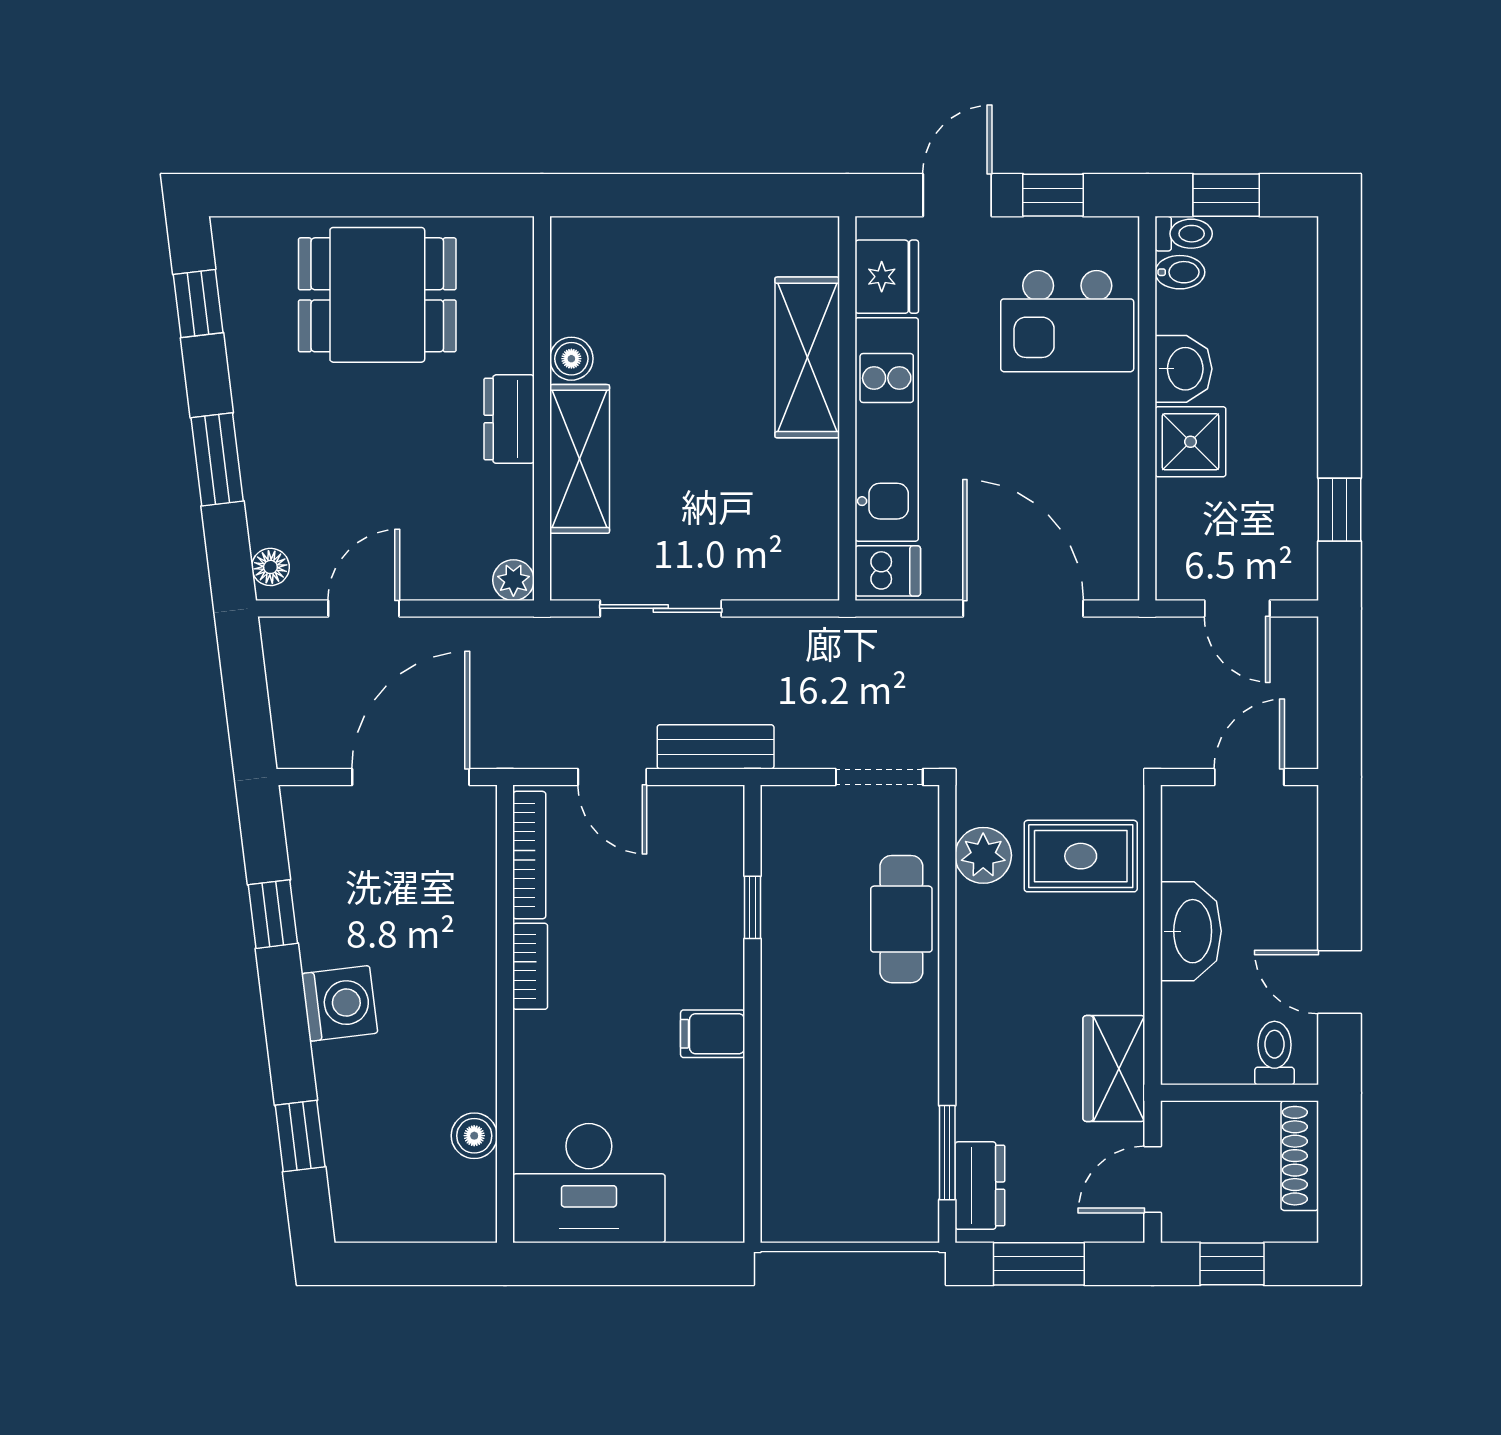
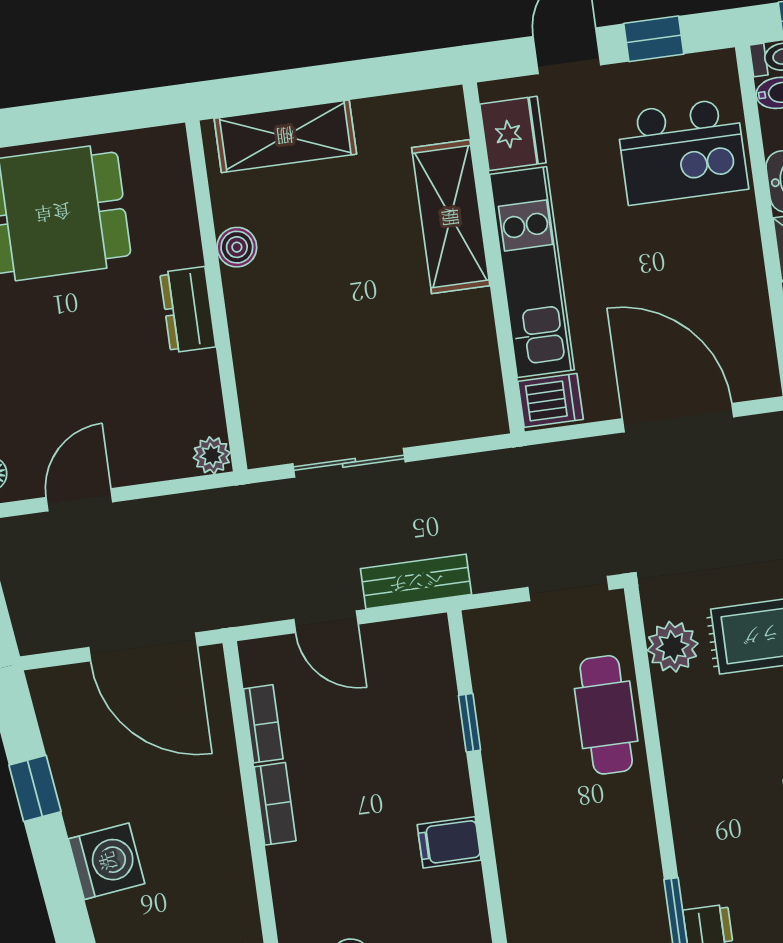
shelving: (580, 459) -> (285, 136), moved, turned 90
door: (411, 777) -> (143, 647), swing flipped
bookcase: (529, 855) -> (263, 724), width x0.64

